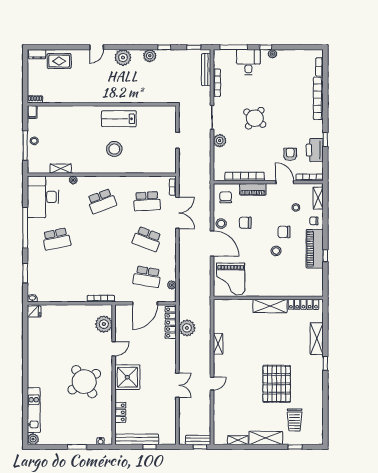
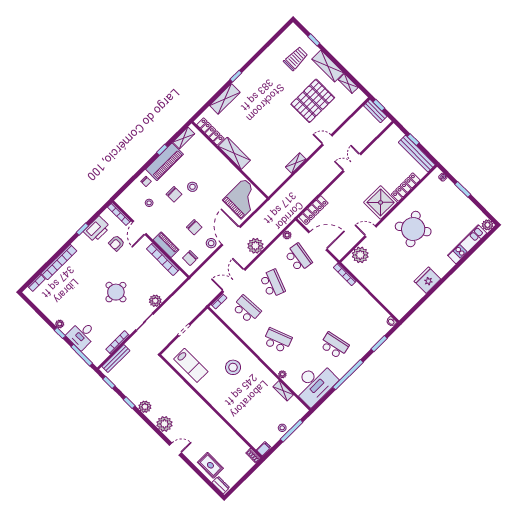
round table: (255, 118) -> (116, 292), turned -38
lab bench: (119, 119) -> (191, 365), moved
shelving: (318, 198) -> (184, 138), moved
fridge: (34, 311) -> (427, 280), moved, width x1.88, depth x1.34
plant: (187, 328) -> (255, 246), moved
pallet: (277, 384) -> (313, 101), moved
locker: (120, 412) -> (406, 187), width x1.53

